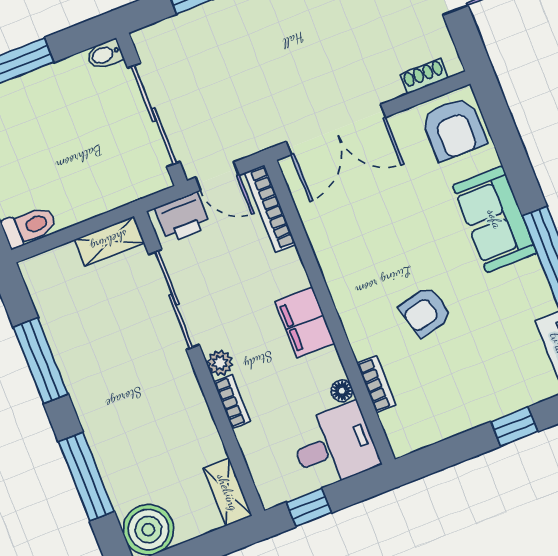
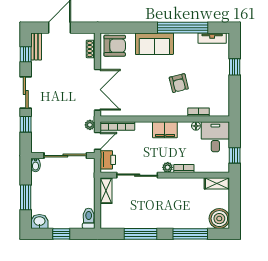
plant: (247, 144) -> (90, 125), added

